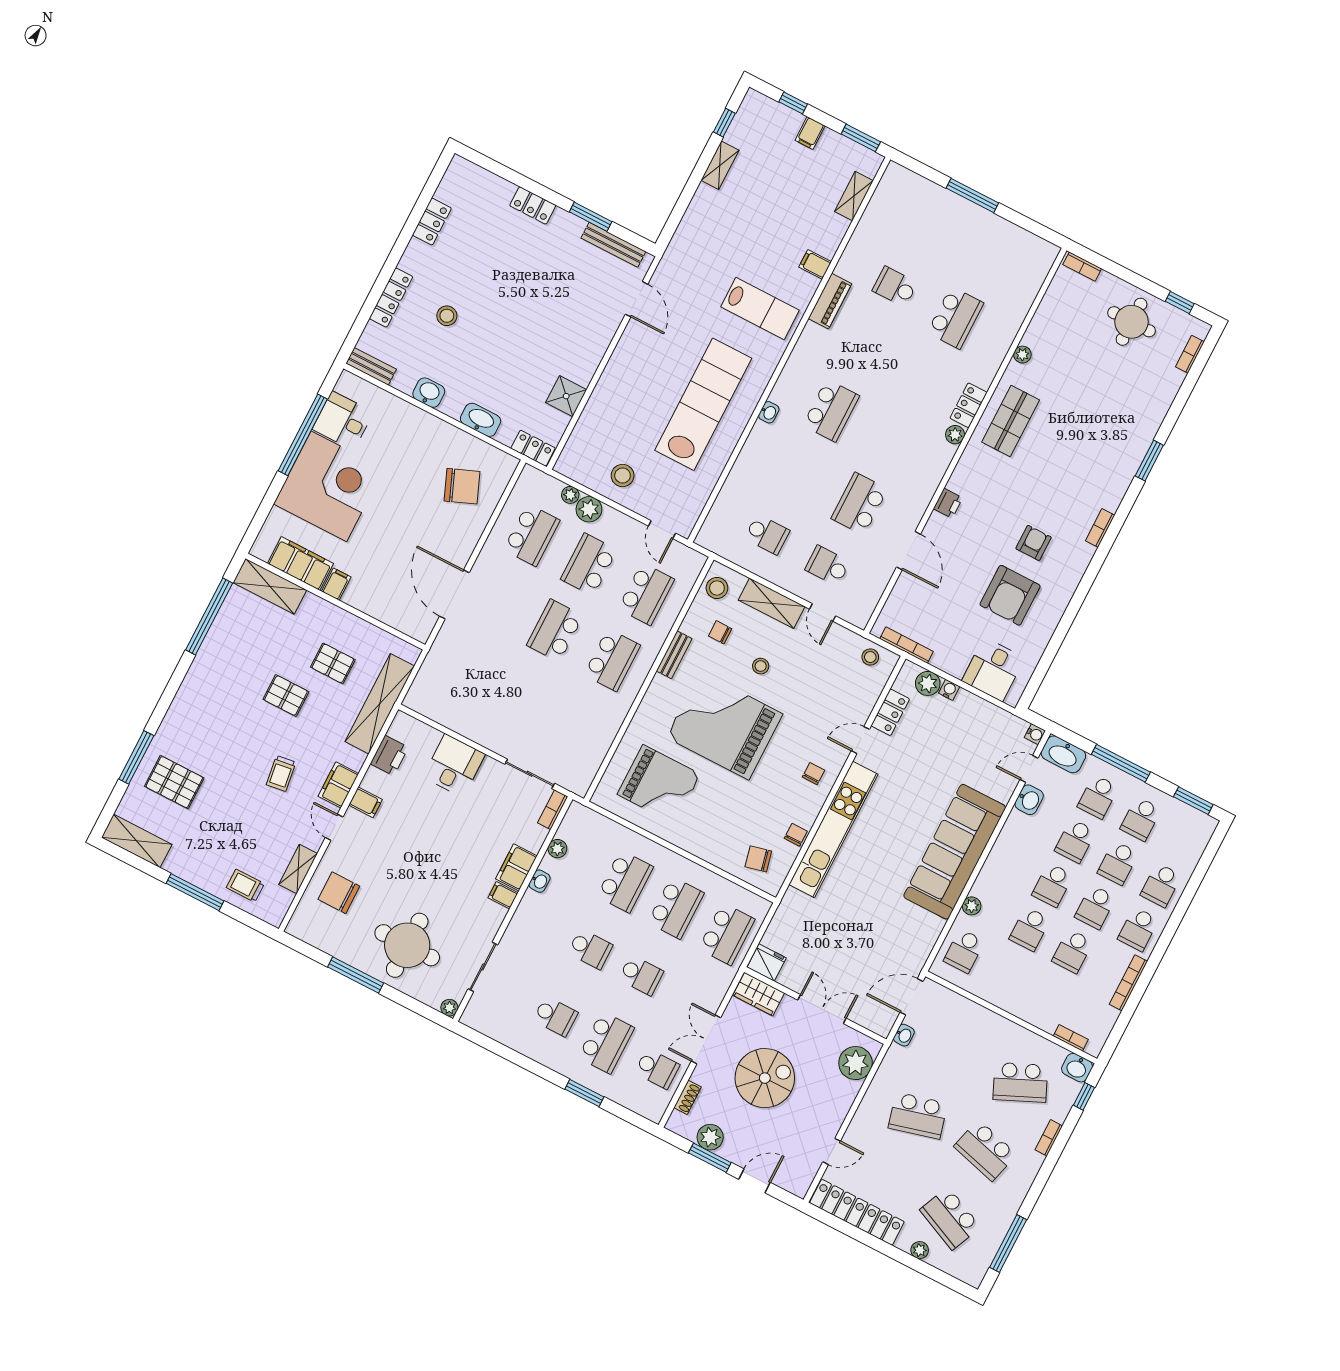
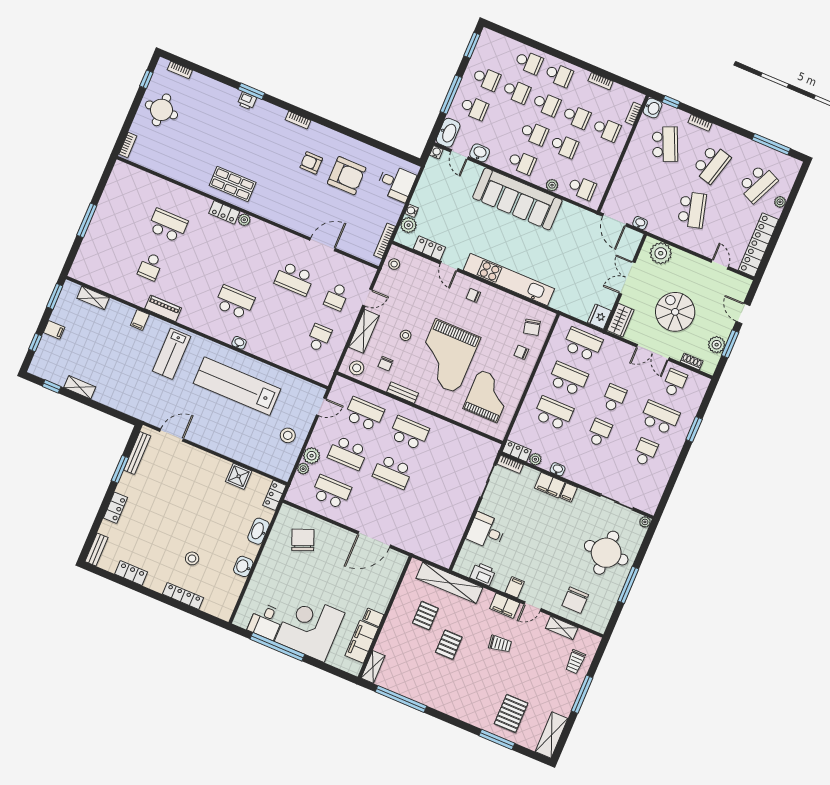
lab bench: (760, 309) -> (172, 354), turned 180
plant: (1022, 355) -> (188, 180), removed
bench: (371, 366) -> (96, 549), moved
printer: (948, 503) -> (247, 101), moved, turned 180
shelving: (270, 586) -> (373, 667), width x0.67, depth x0.75
locker: (572, 821) -> (517, 451), added
chair: (796, 835) -> (521, 352), moved
school desk: (1075, 841) -> (522, 162), moved
bookcase: (1128, 983) -> (601, 81), width x0.64
school desk: (1050, 995) -> (607, 129), added

